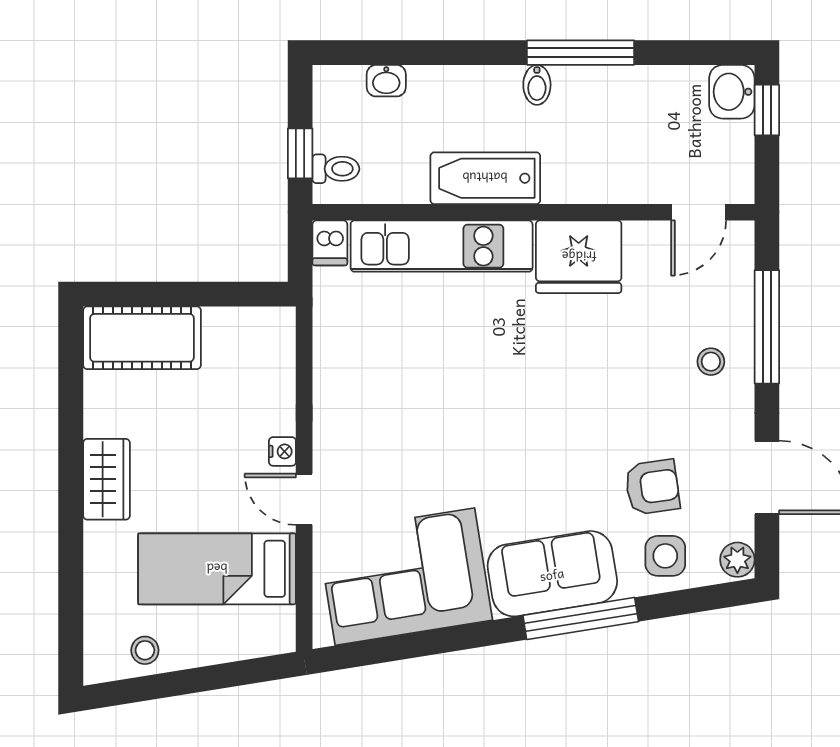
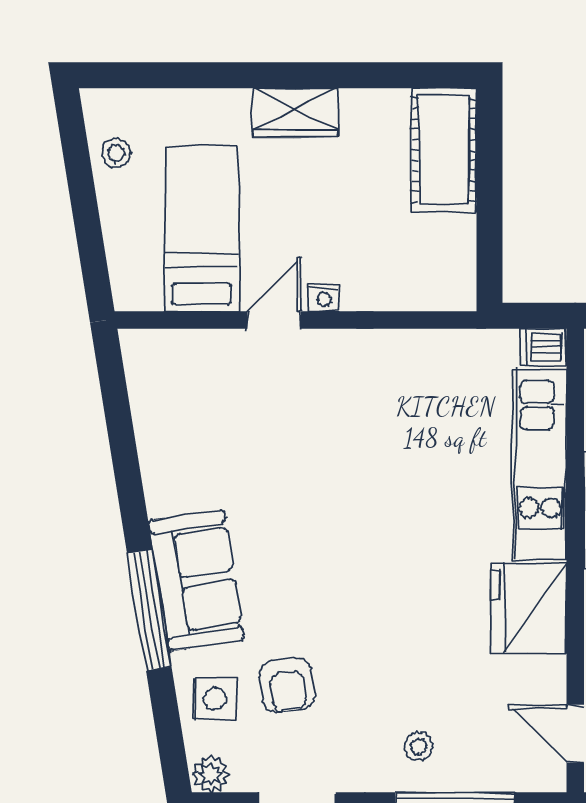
corner sofa: (405, 577) -> (193, 426), removed

